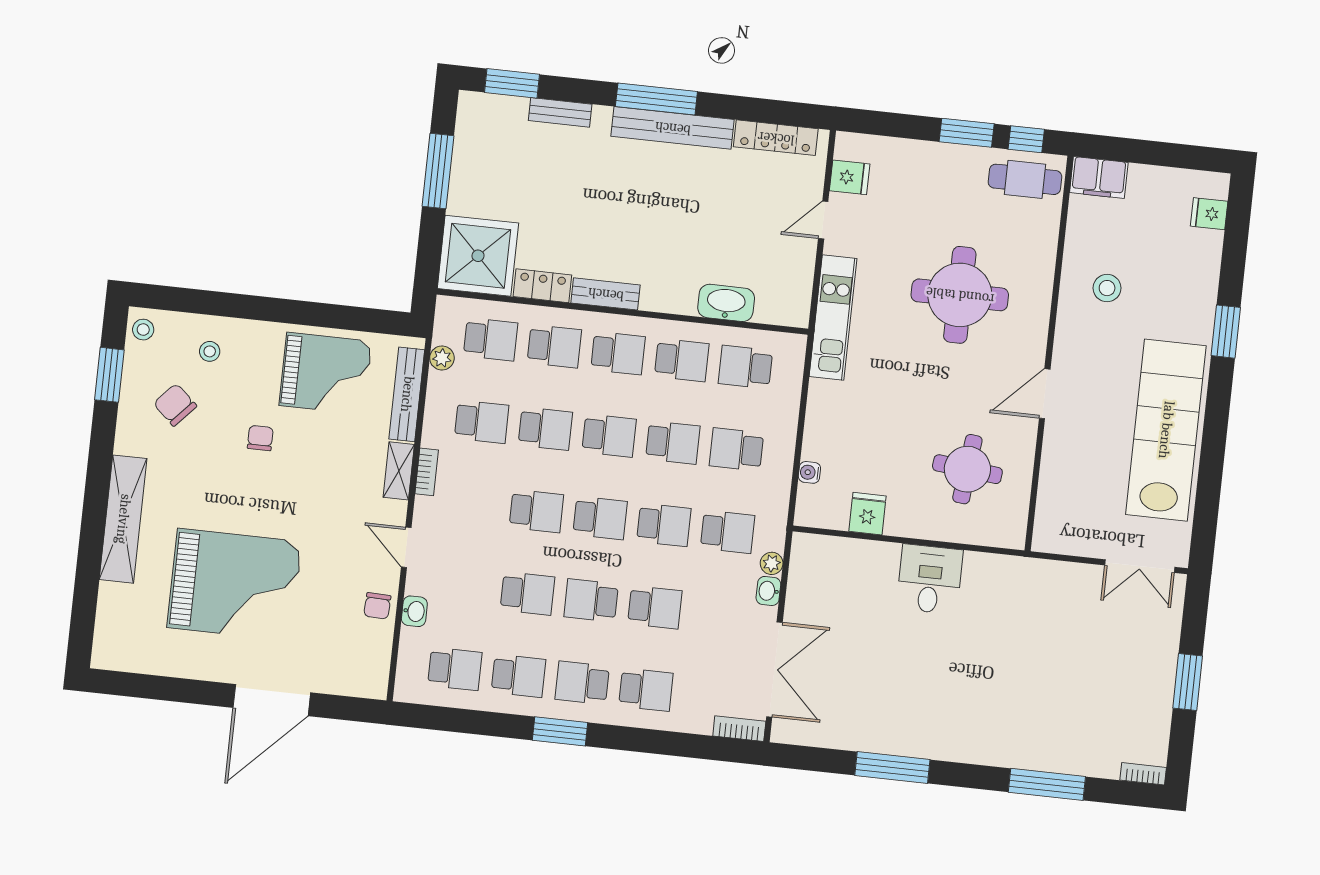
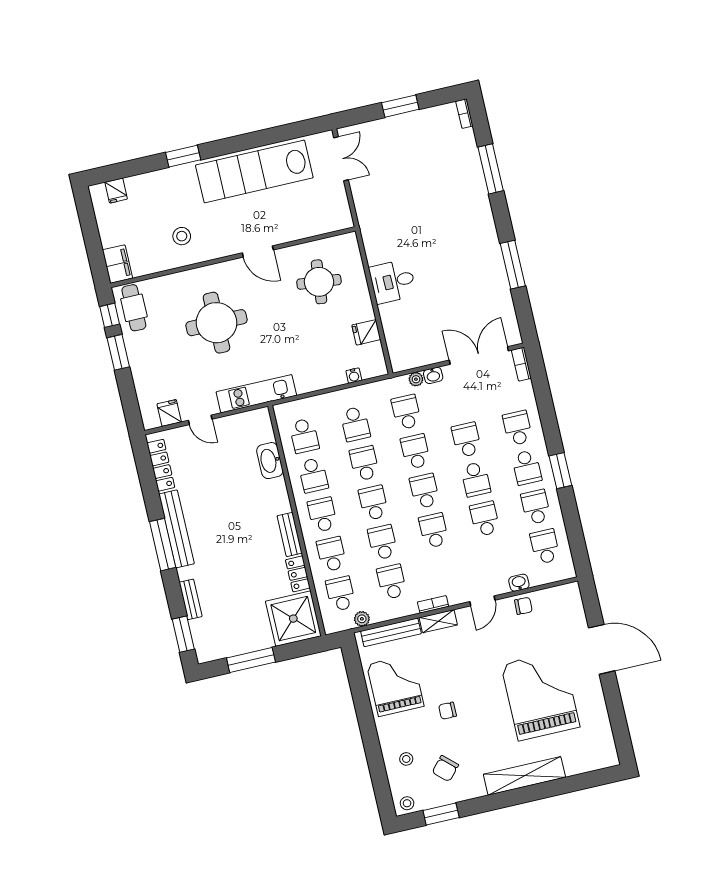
school desk: (682, 360) -> (313, 475), turned 180

